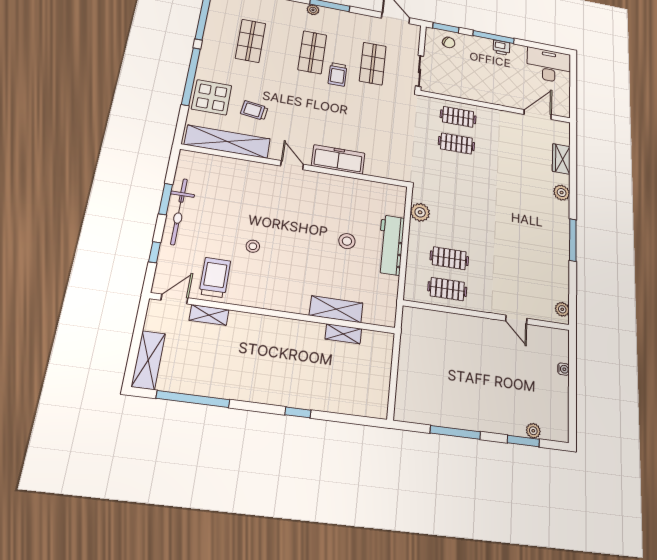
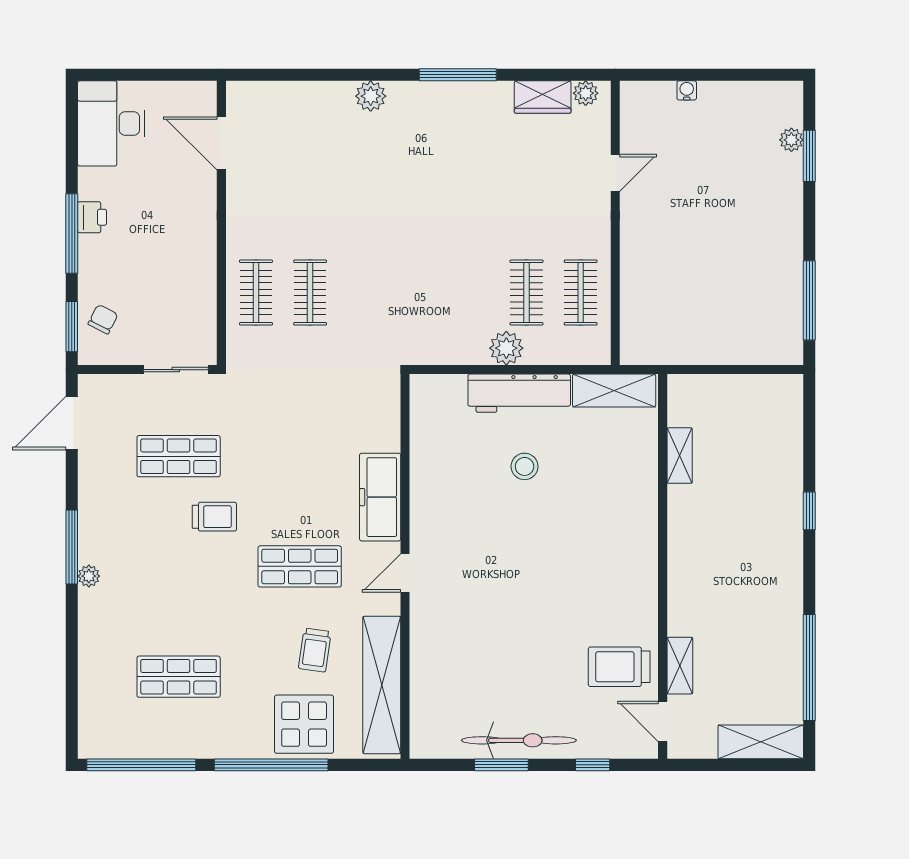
shop shelf: (312, 52) -> (300, 566), moved
wardrobe: (561, 159) -> (543, 97), moved
plant: (420, 212) -> (506, 348), moved
stool: (253, 246) -> (558, 616), removed
shelving: (336, 309) -> (614, 391), moved, turned 90
window: (455, 432) -> (809, 300), moved

